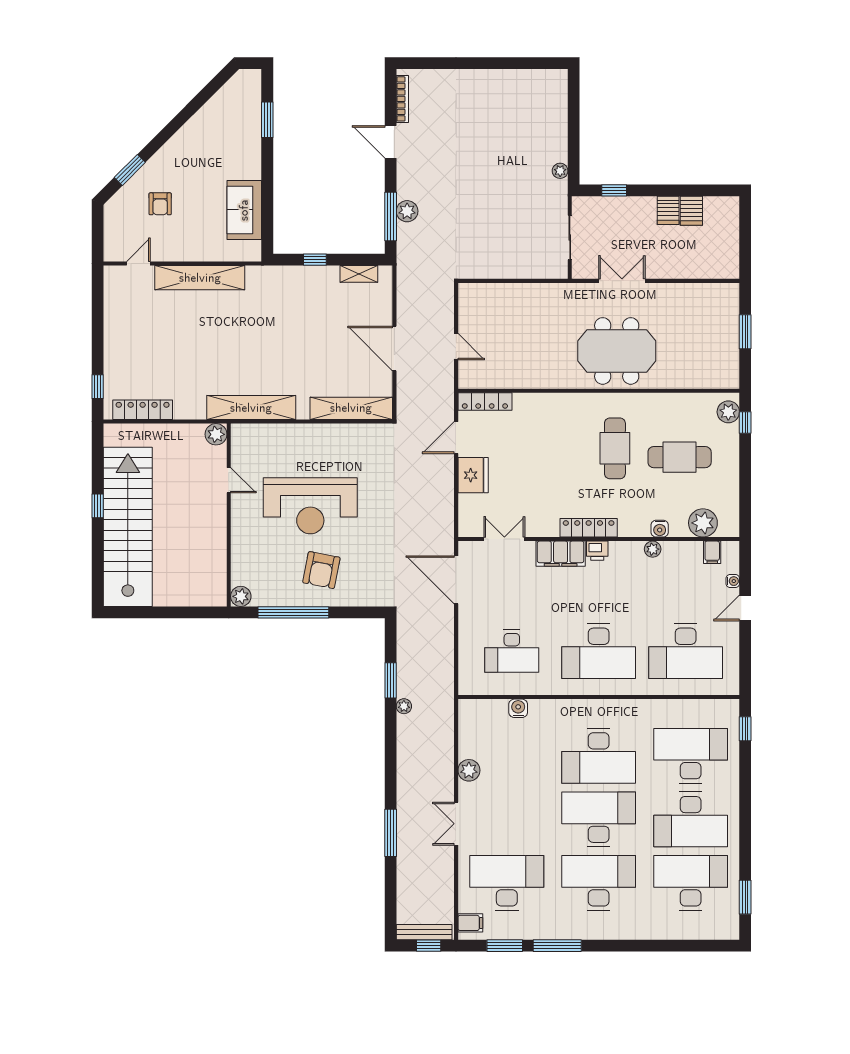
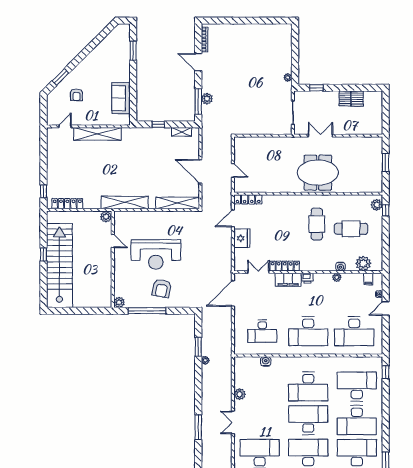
locker: (589, 528) -> (285, 266), moved
door: (456, 580) -> (233, 294), hinge flipped

